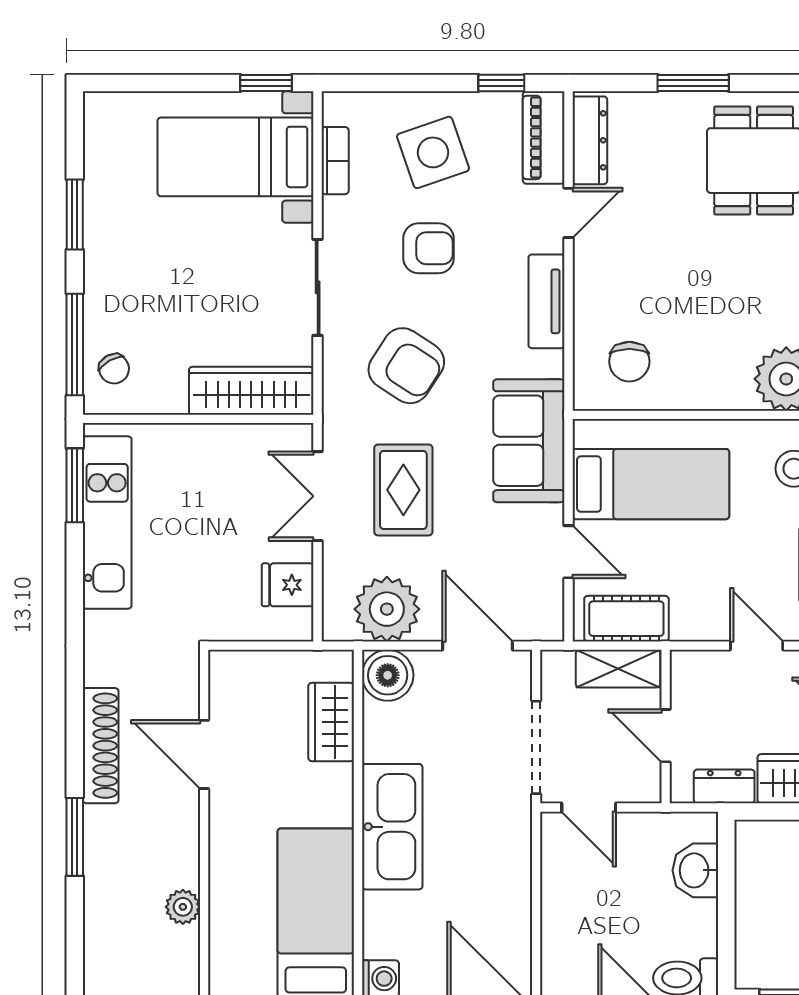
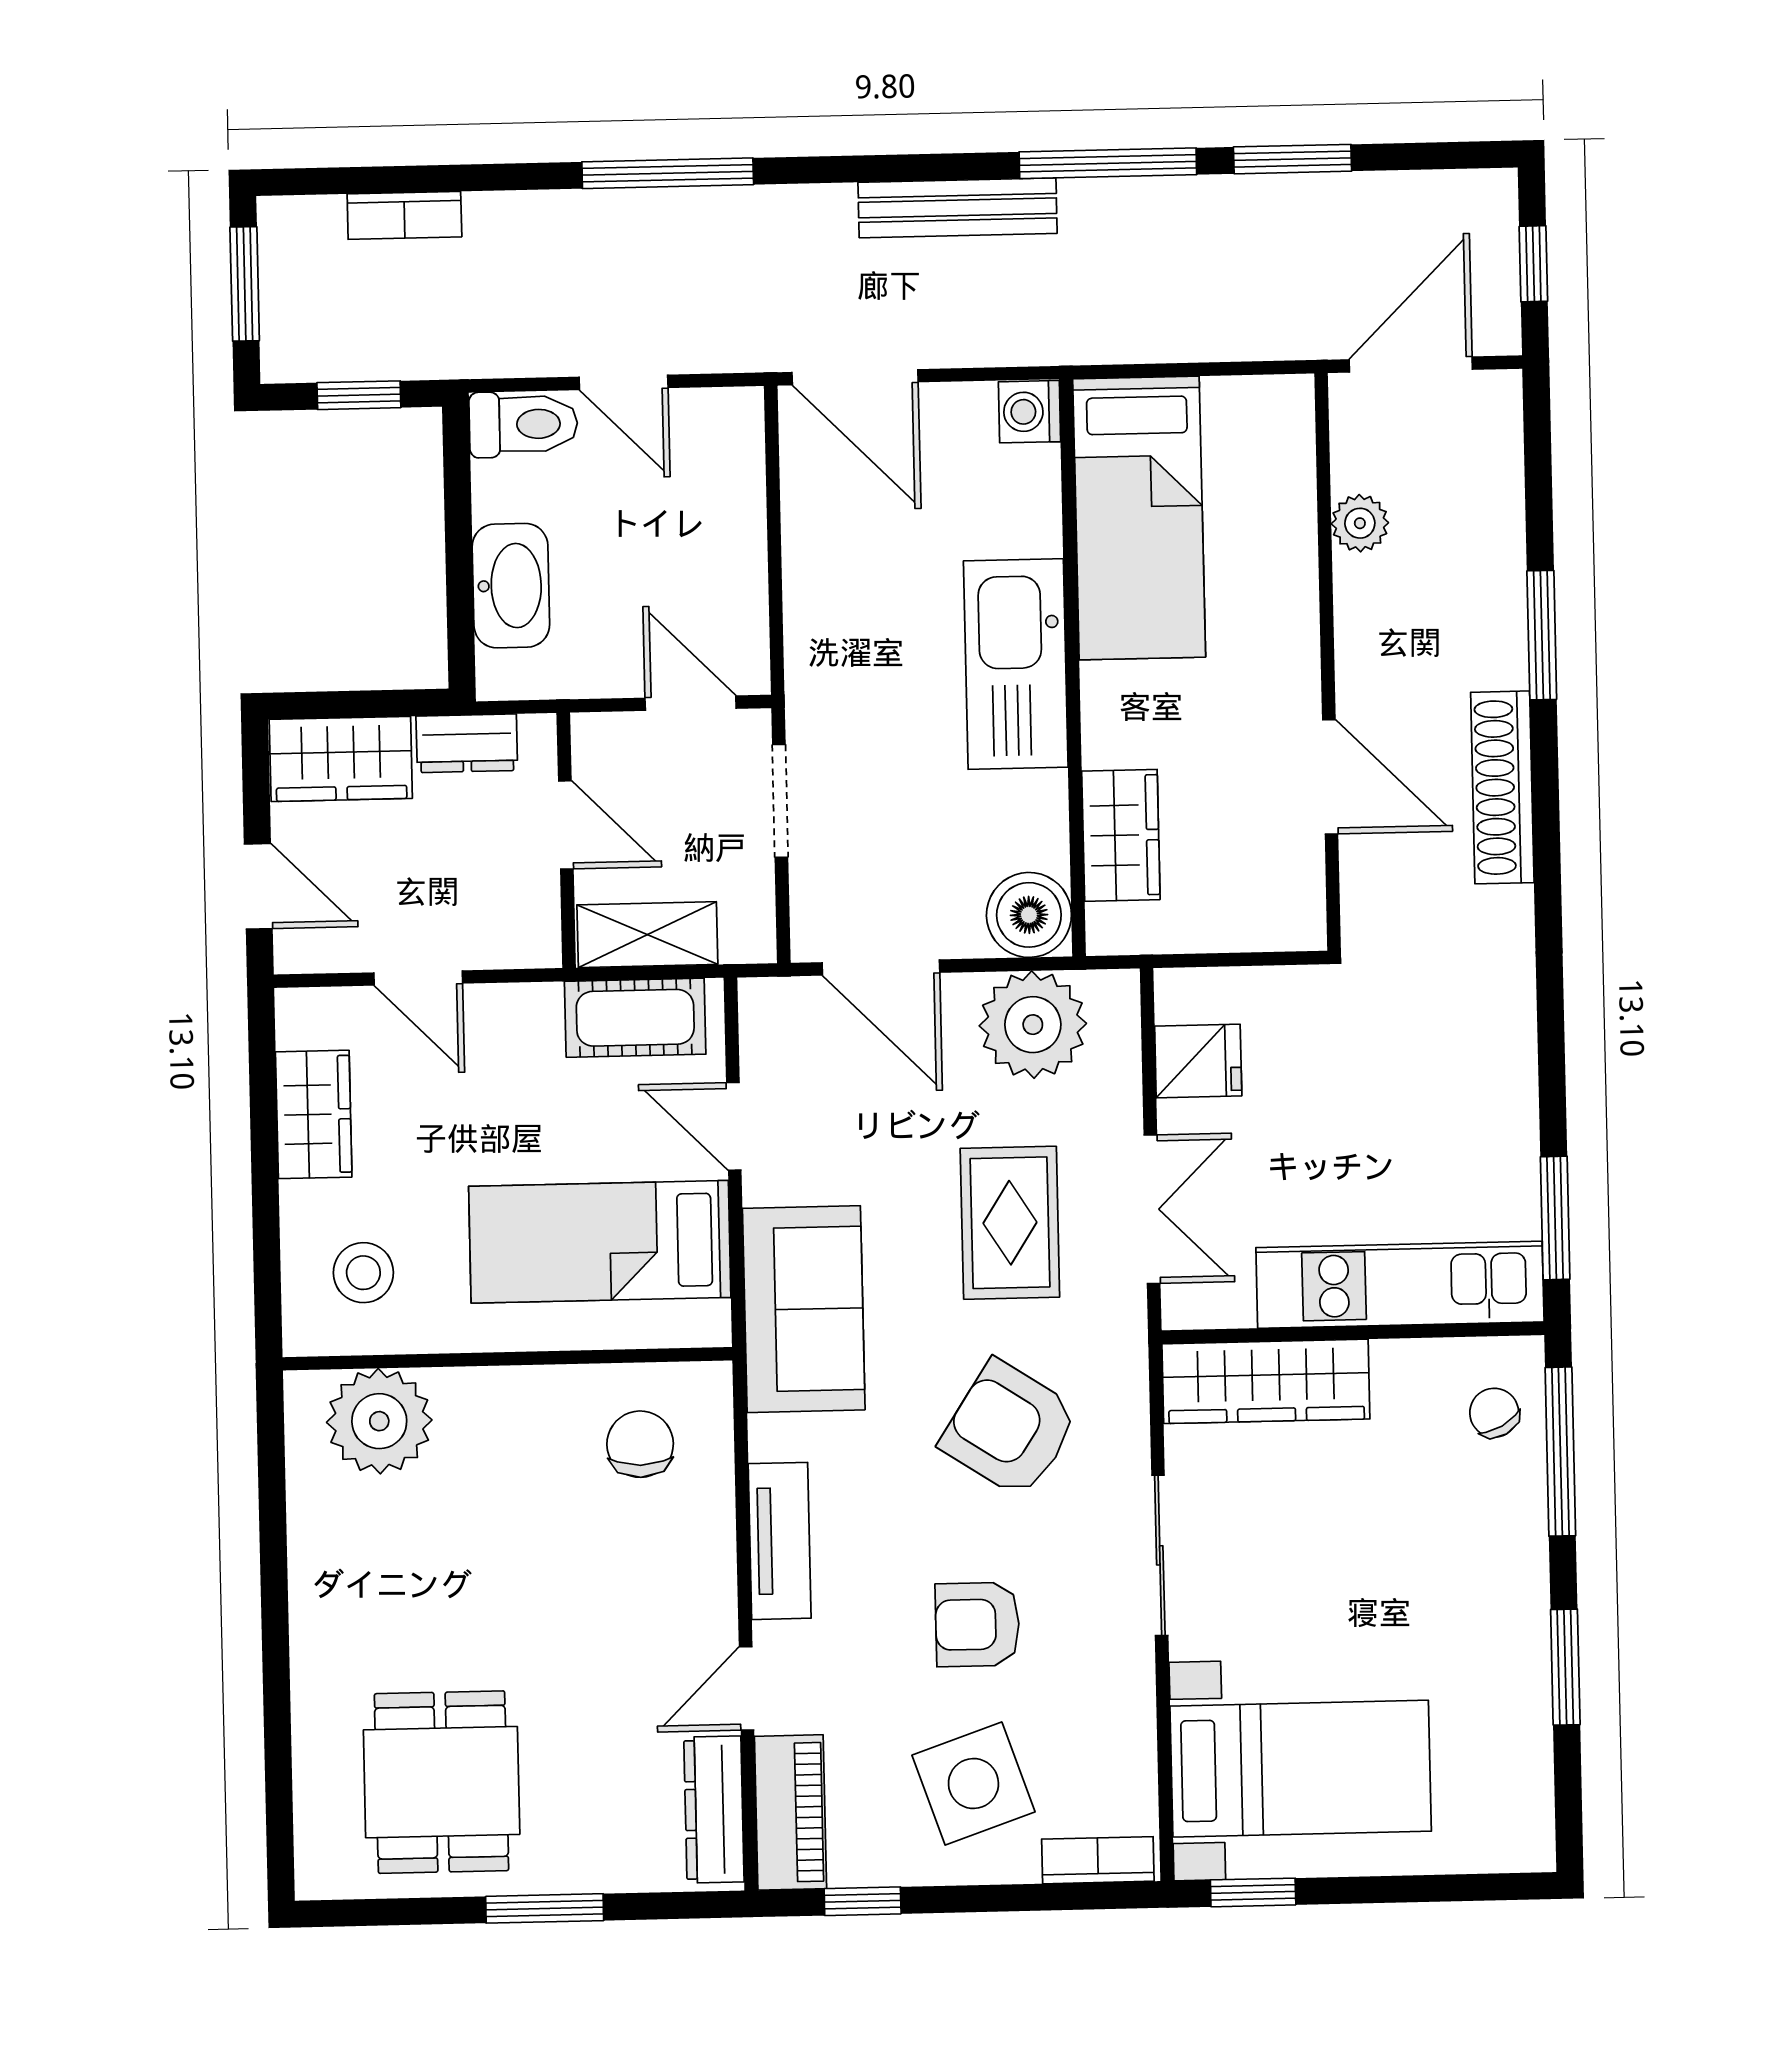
bookcase: (335, 161) -> (1098, 1860), moved, turned 90
kitchen unit: (107, 523) -> (1400, 1285), moved, turned 90
doorway: (536, 747) -> (780, 801), width x0.73
washbasin: (695, 870) -> (511, 586), width x1.38

